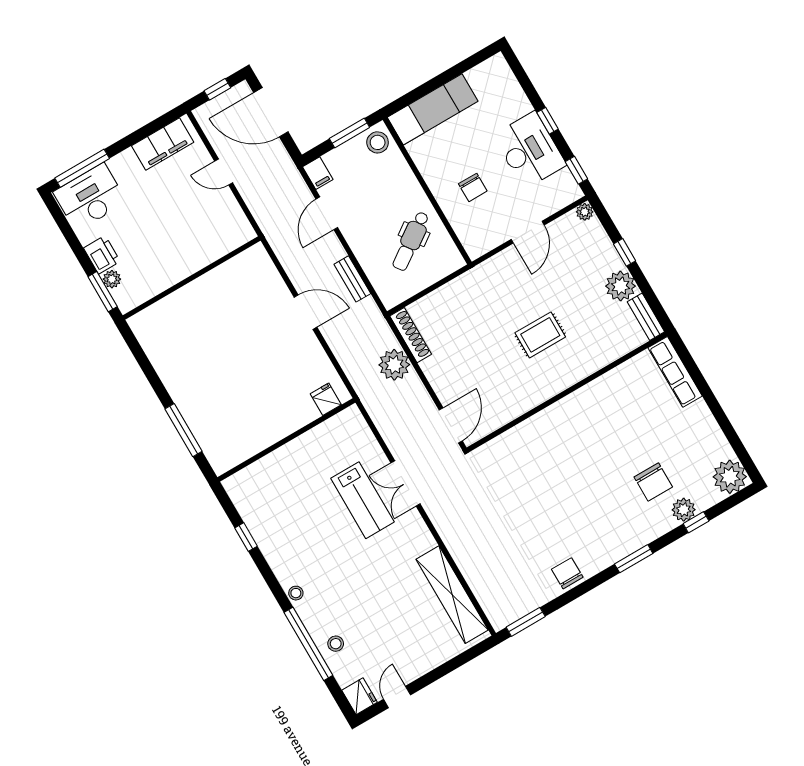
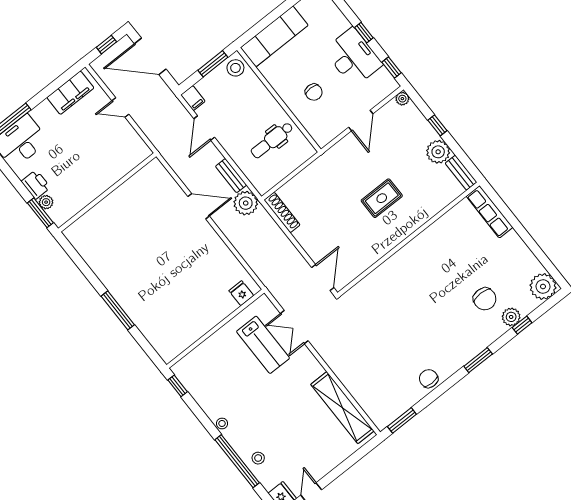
dental chair: (411, 241) -> (272, 140), turned 35
plant: (394, 365) -> (246, 203), moved
fridge: (326, 399) -> (241, 293), moved
wall: (286, 440) -> (215, 329), moved

